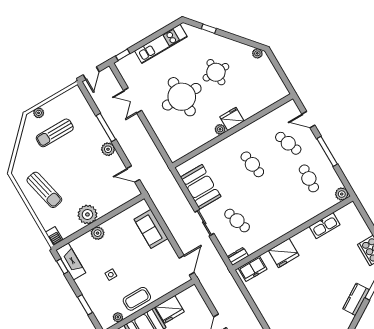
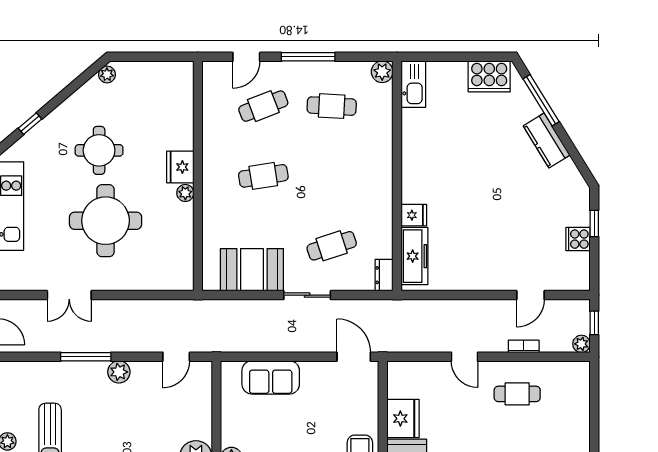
kitchen sink: (325, 226) -> (413, 84), moved
fridge: (284, 253) -> (414, 215), width x0.53, depth x0.75
freezer: (253, 269) -> (414, 256), width x1.40

